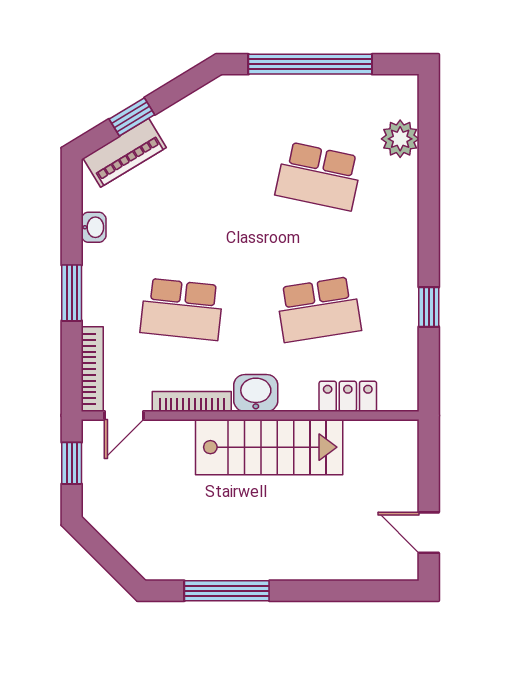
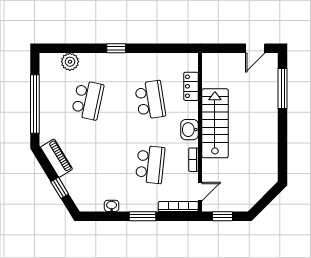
piano: (125, 153) -> (56, 158), moved
window: (429, 307) -> (116, 48), moved
bookcase: (192, 401) -> (194, 160), width x0.64
door: (124, 415) -> (200, 192), hinge flipped
window: (227, 591) -> (283, 88), moved

